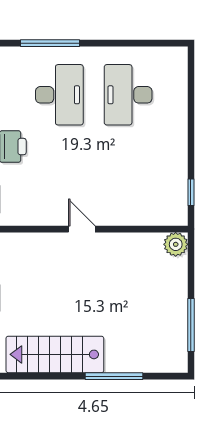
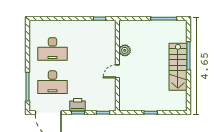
desk: (59, 95) -> (53, 82), turned 180
plant: (176, 244) -> (125, 50), moved
stairs: (55, 354) -> (178, 67), moved

